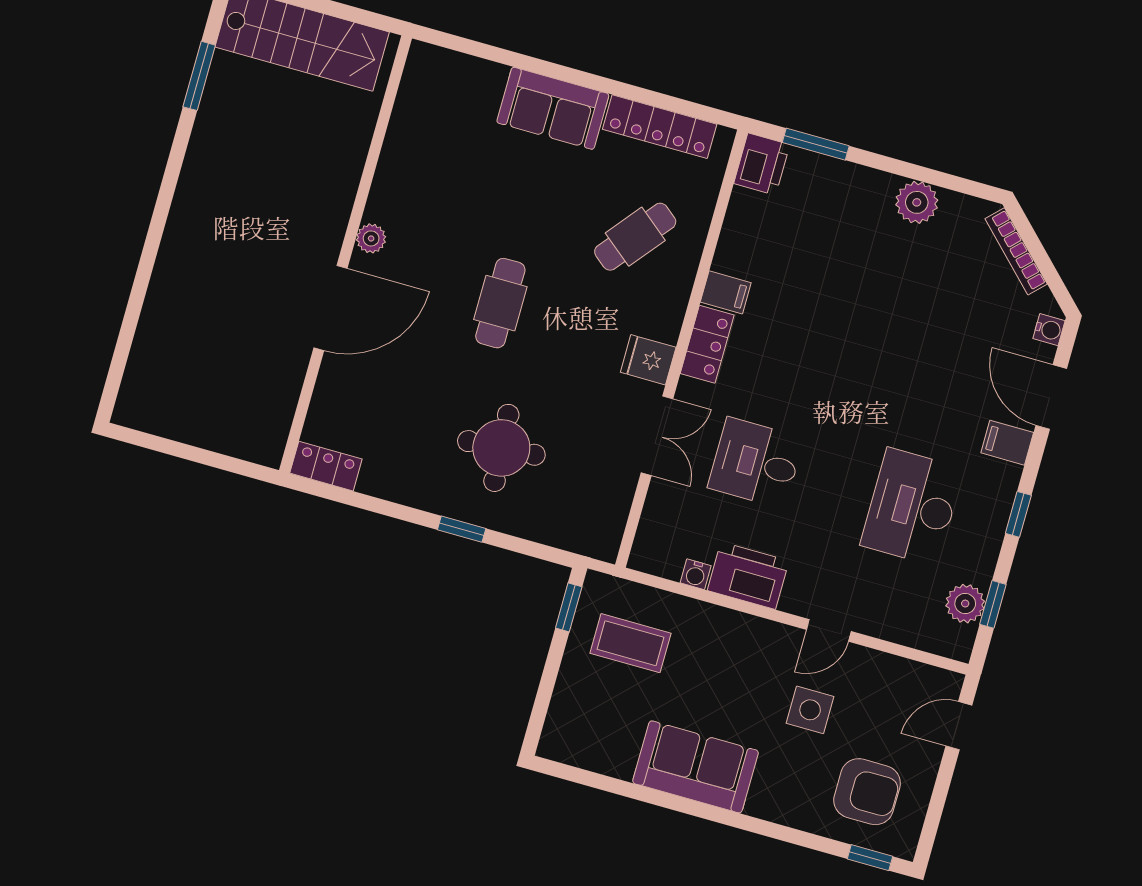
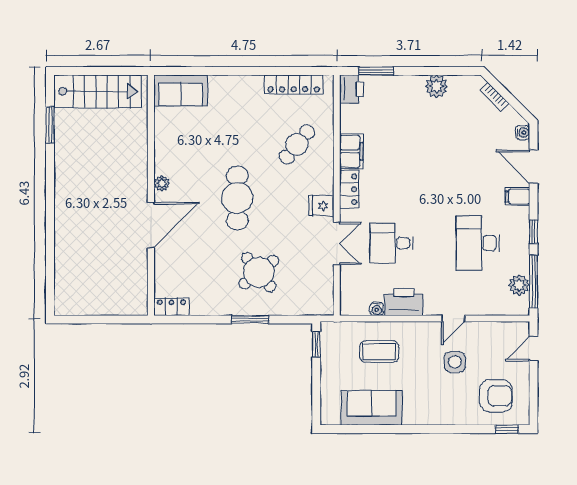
sofa: (553, 108) -> (181, 90), moved
bookcase: (1016, 251) -> (494, 97), width x0.64
filing cabinet: (726, 292) -> (351, 151), width x2.00
cafe table: (500, 303) -> (237, 198), width x1.37, depth x1.35
round table: (501, 448) -> (259, 272), turned -35
window: (462, 529) -> (250, 320), width x1.50
window: (993, 604) -> (534, 282), width x2.17
coffee table: (631, 643) -> (379, 352), moved
sofa: (696, 767) -> (372, 408), moved

